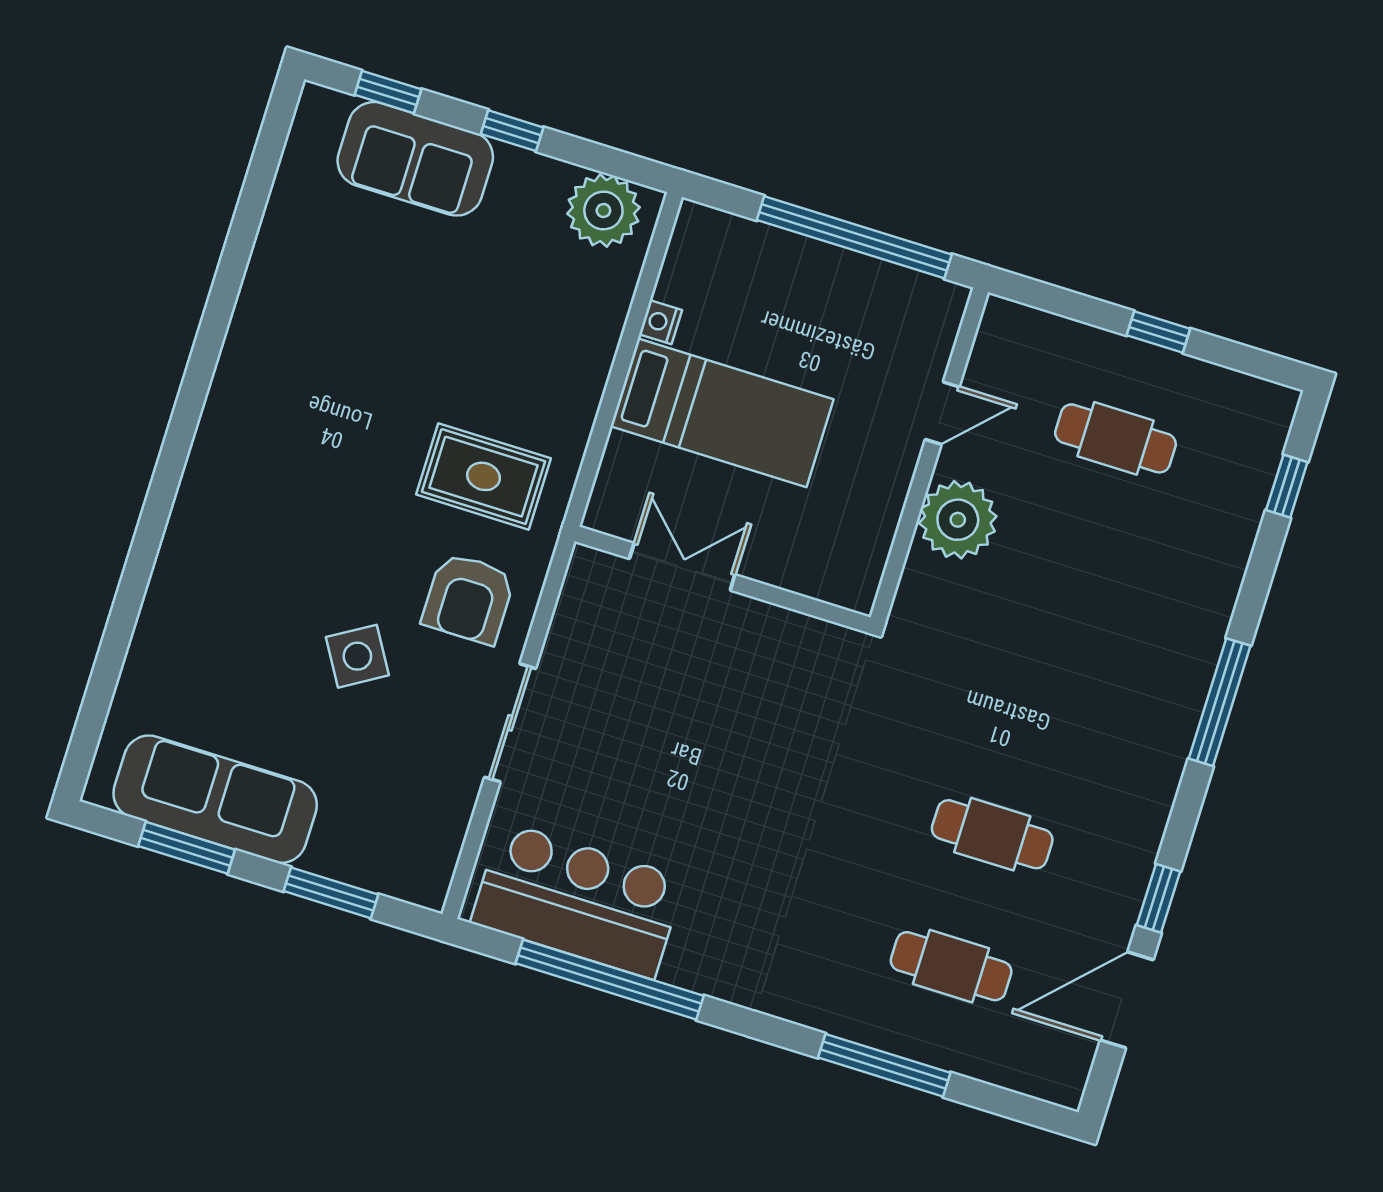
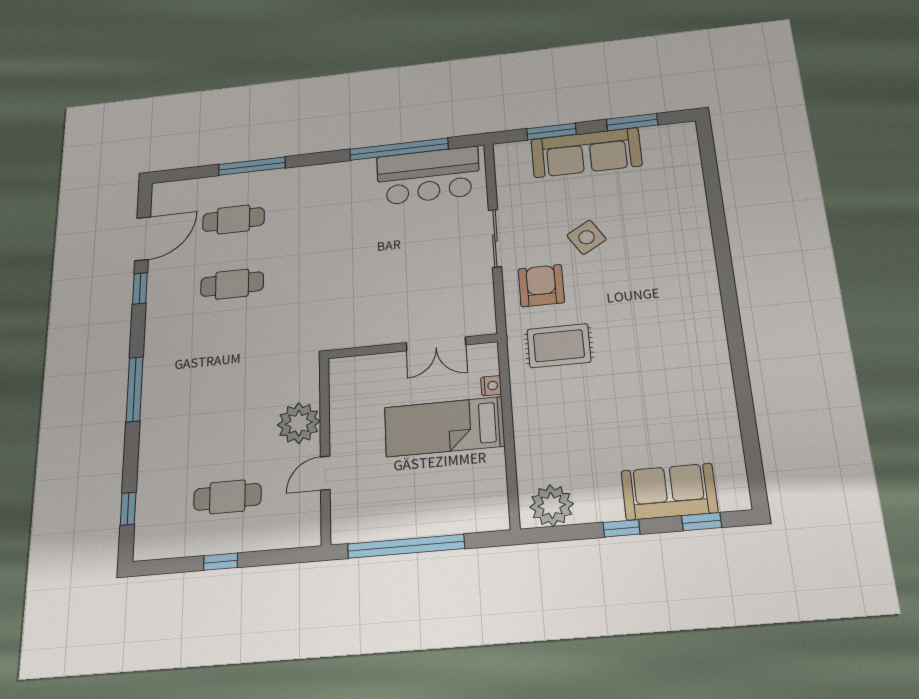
nightstand: (661, 322) -> (491, 386), moved
sofa: (215, 799) -> (586, 153), moved

